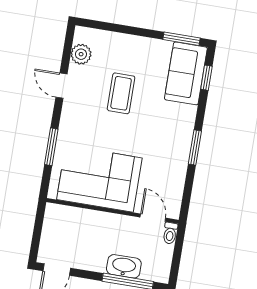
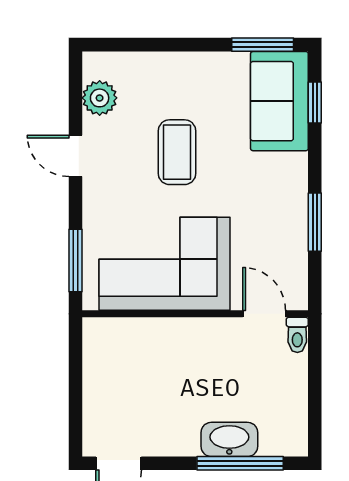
corner sofa: (99, 179) -> (164, 264), moved
wall: (113, 211) -> (195, 314), moved
door: (153, 218) -> (264, 314), moved
toilet: (170, 233) -> (297, 335), moved

